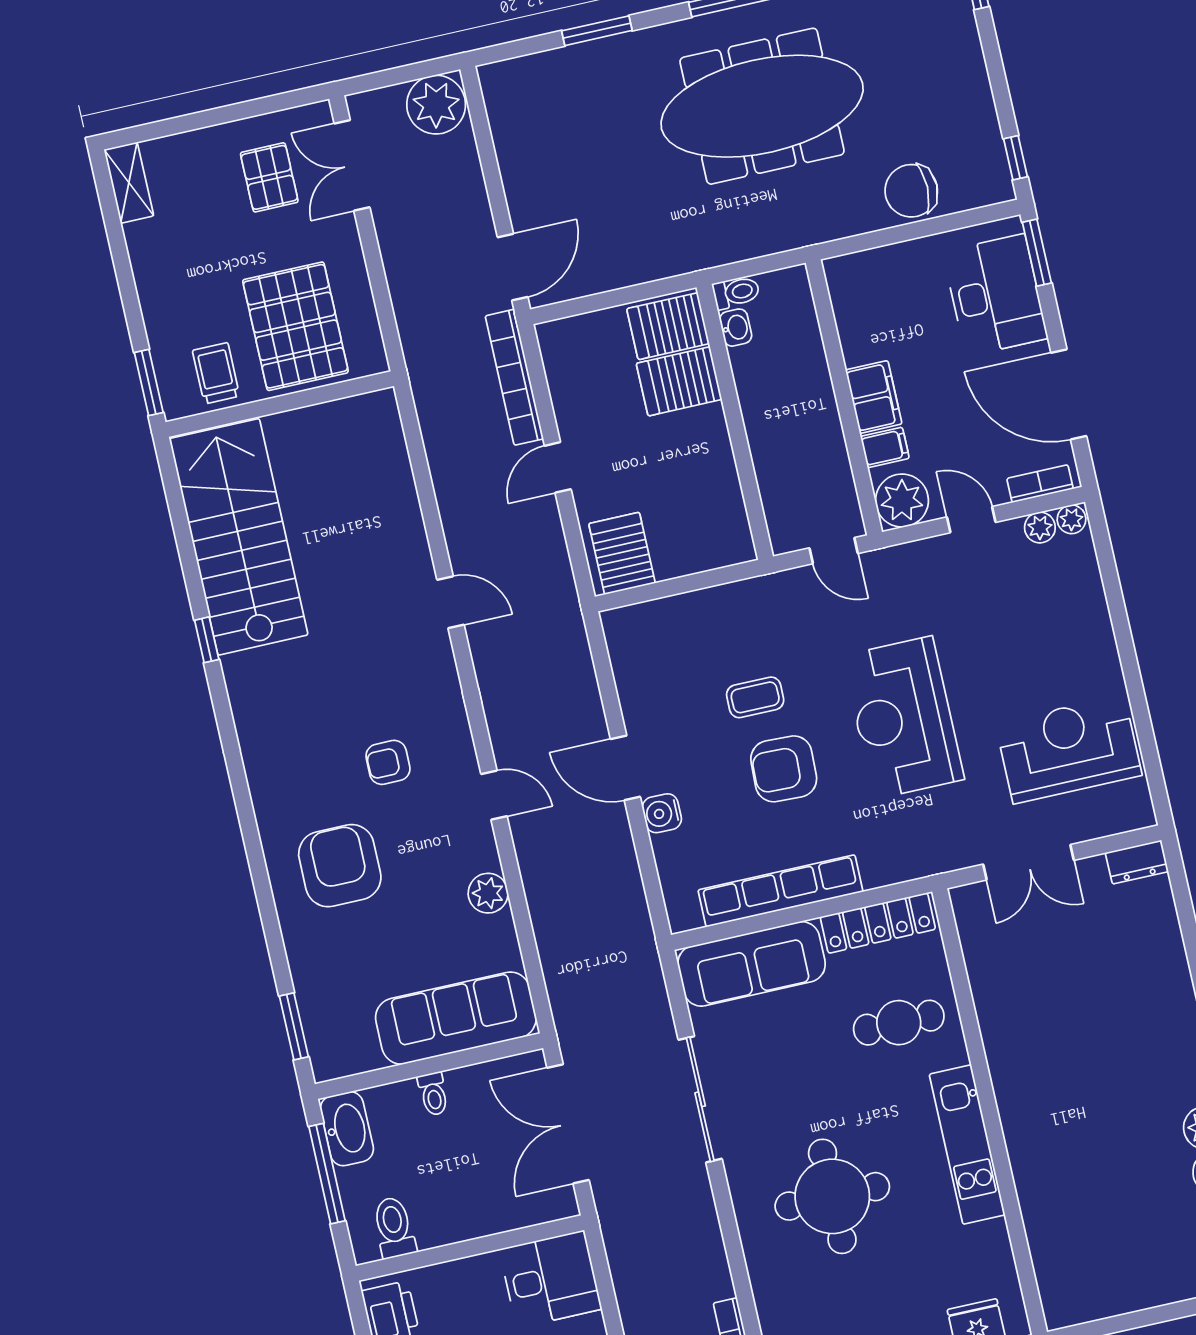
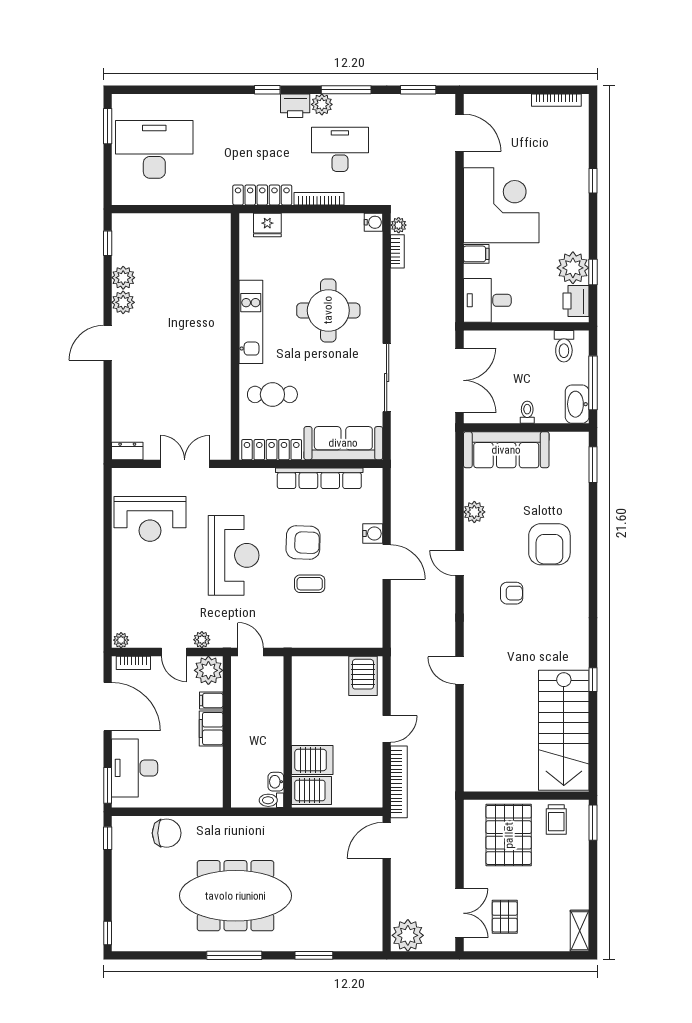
plant: (1040, 528) -> (202, 640), moved

